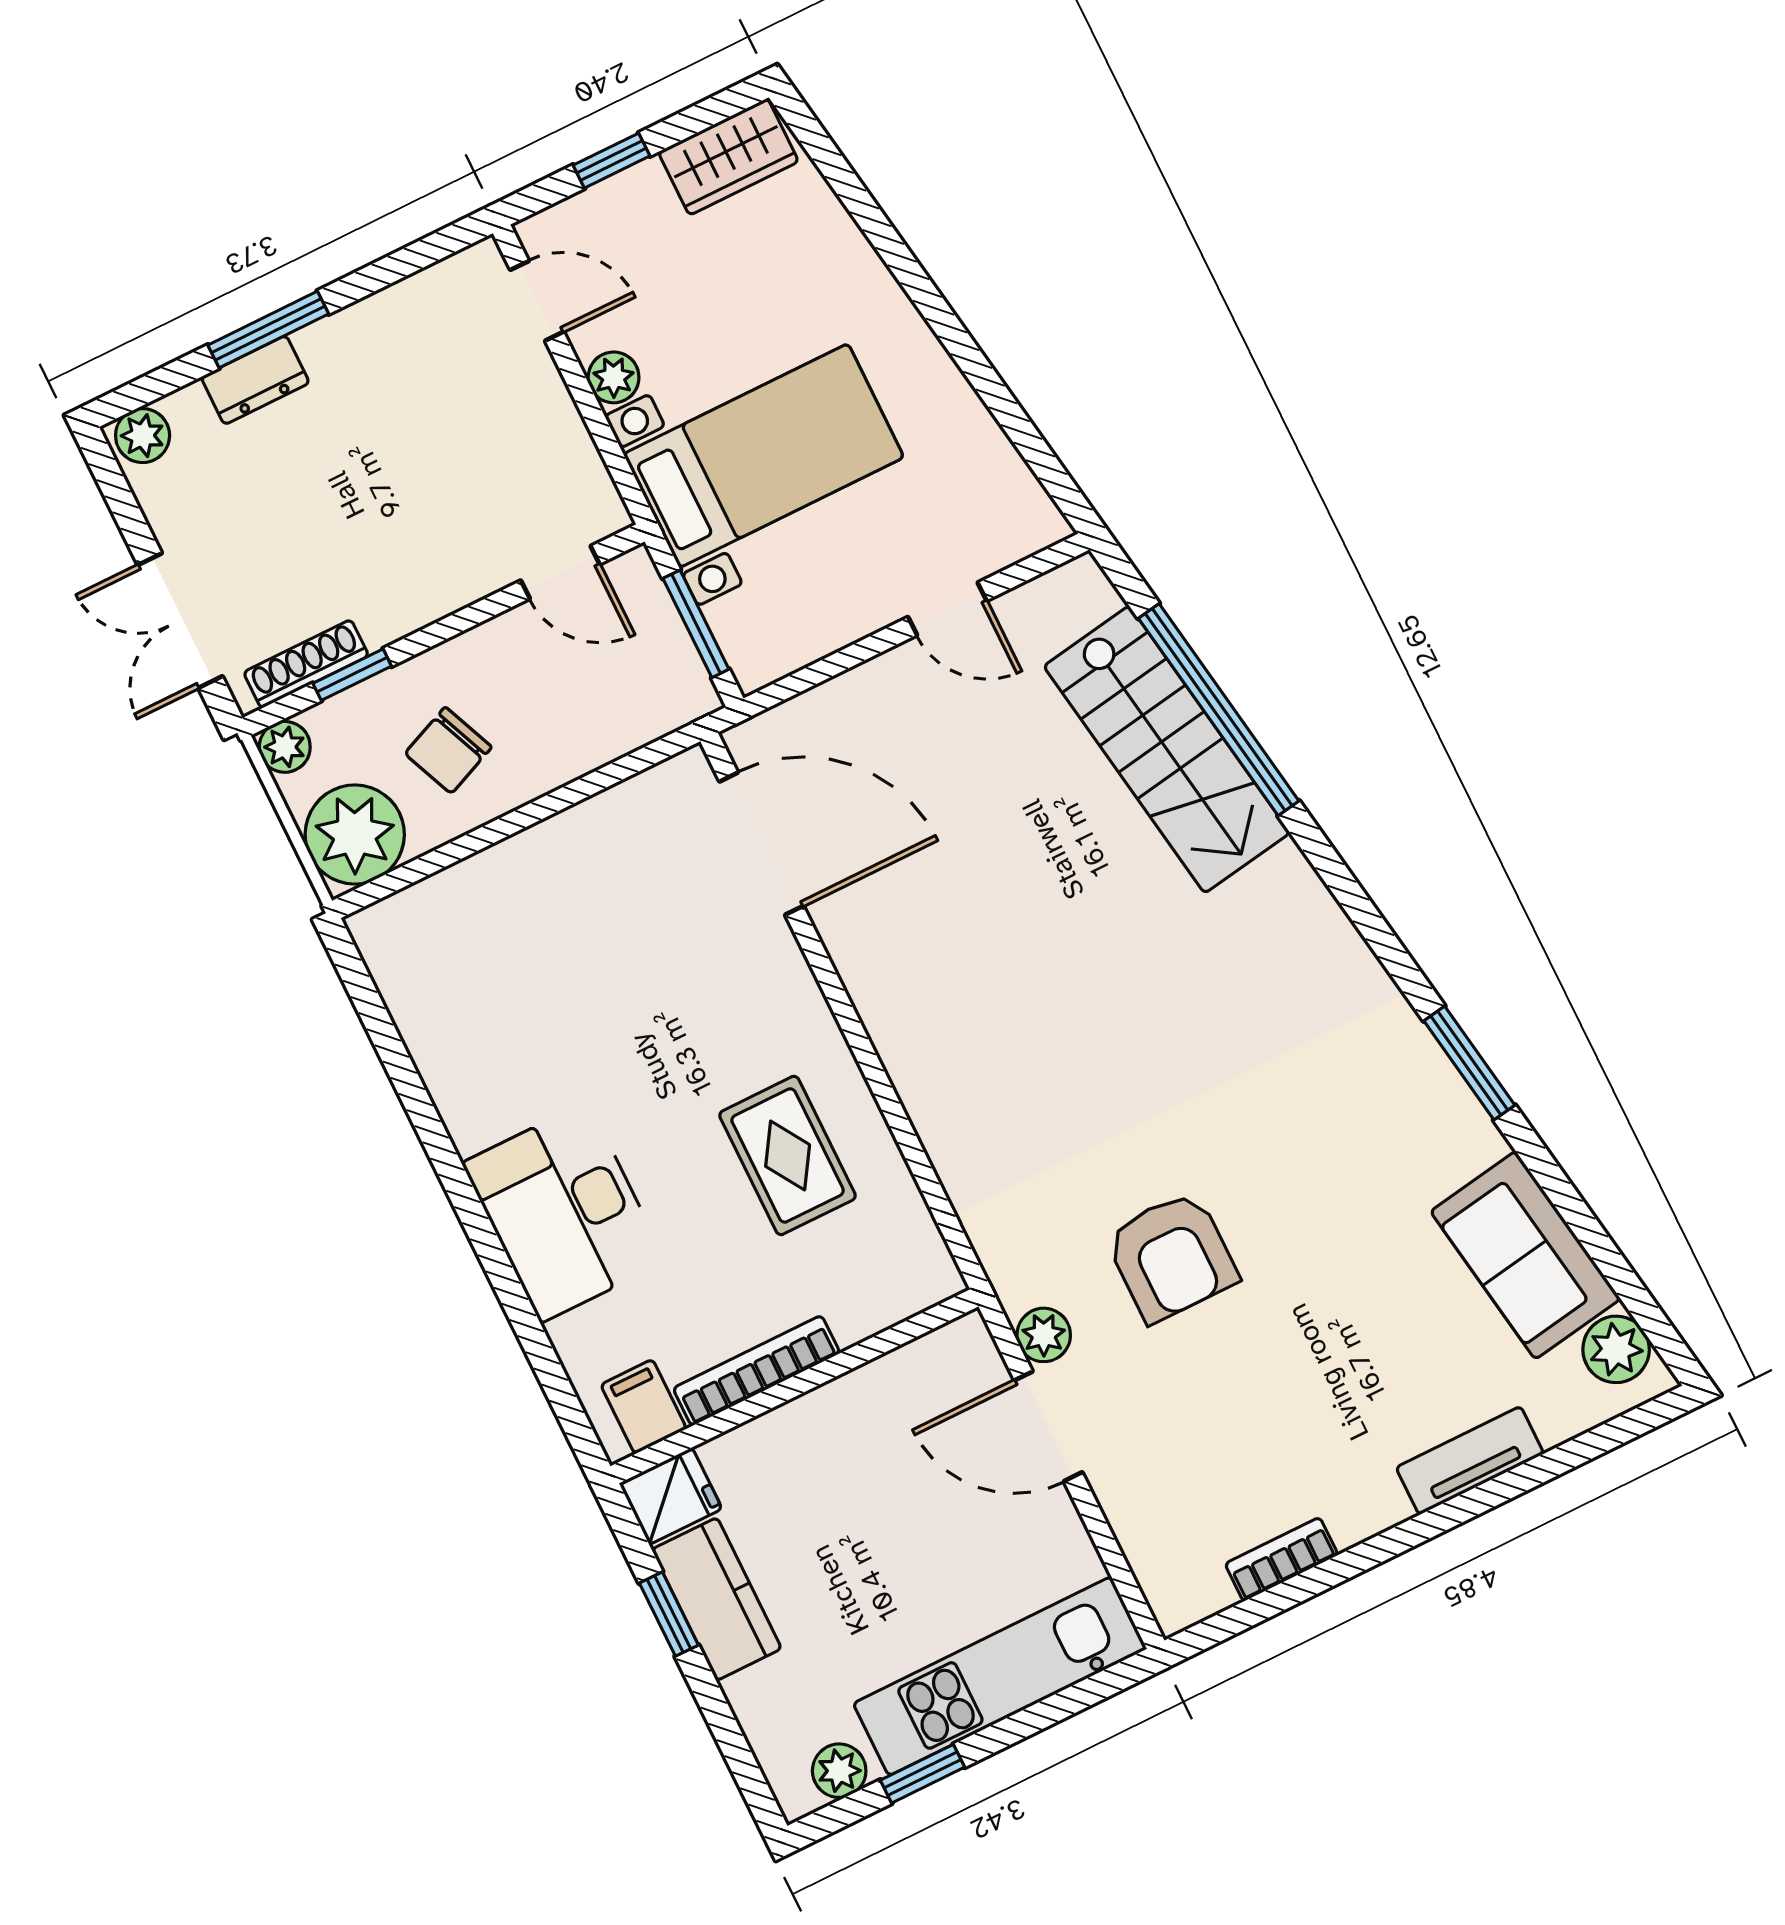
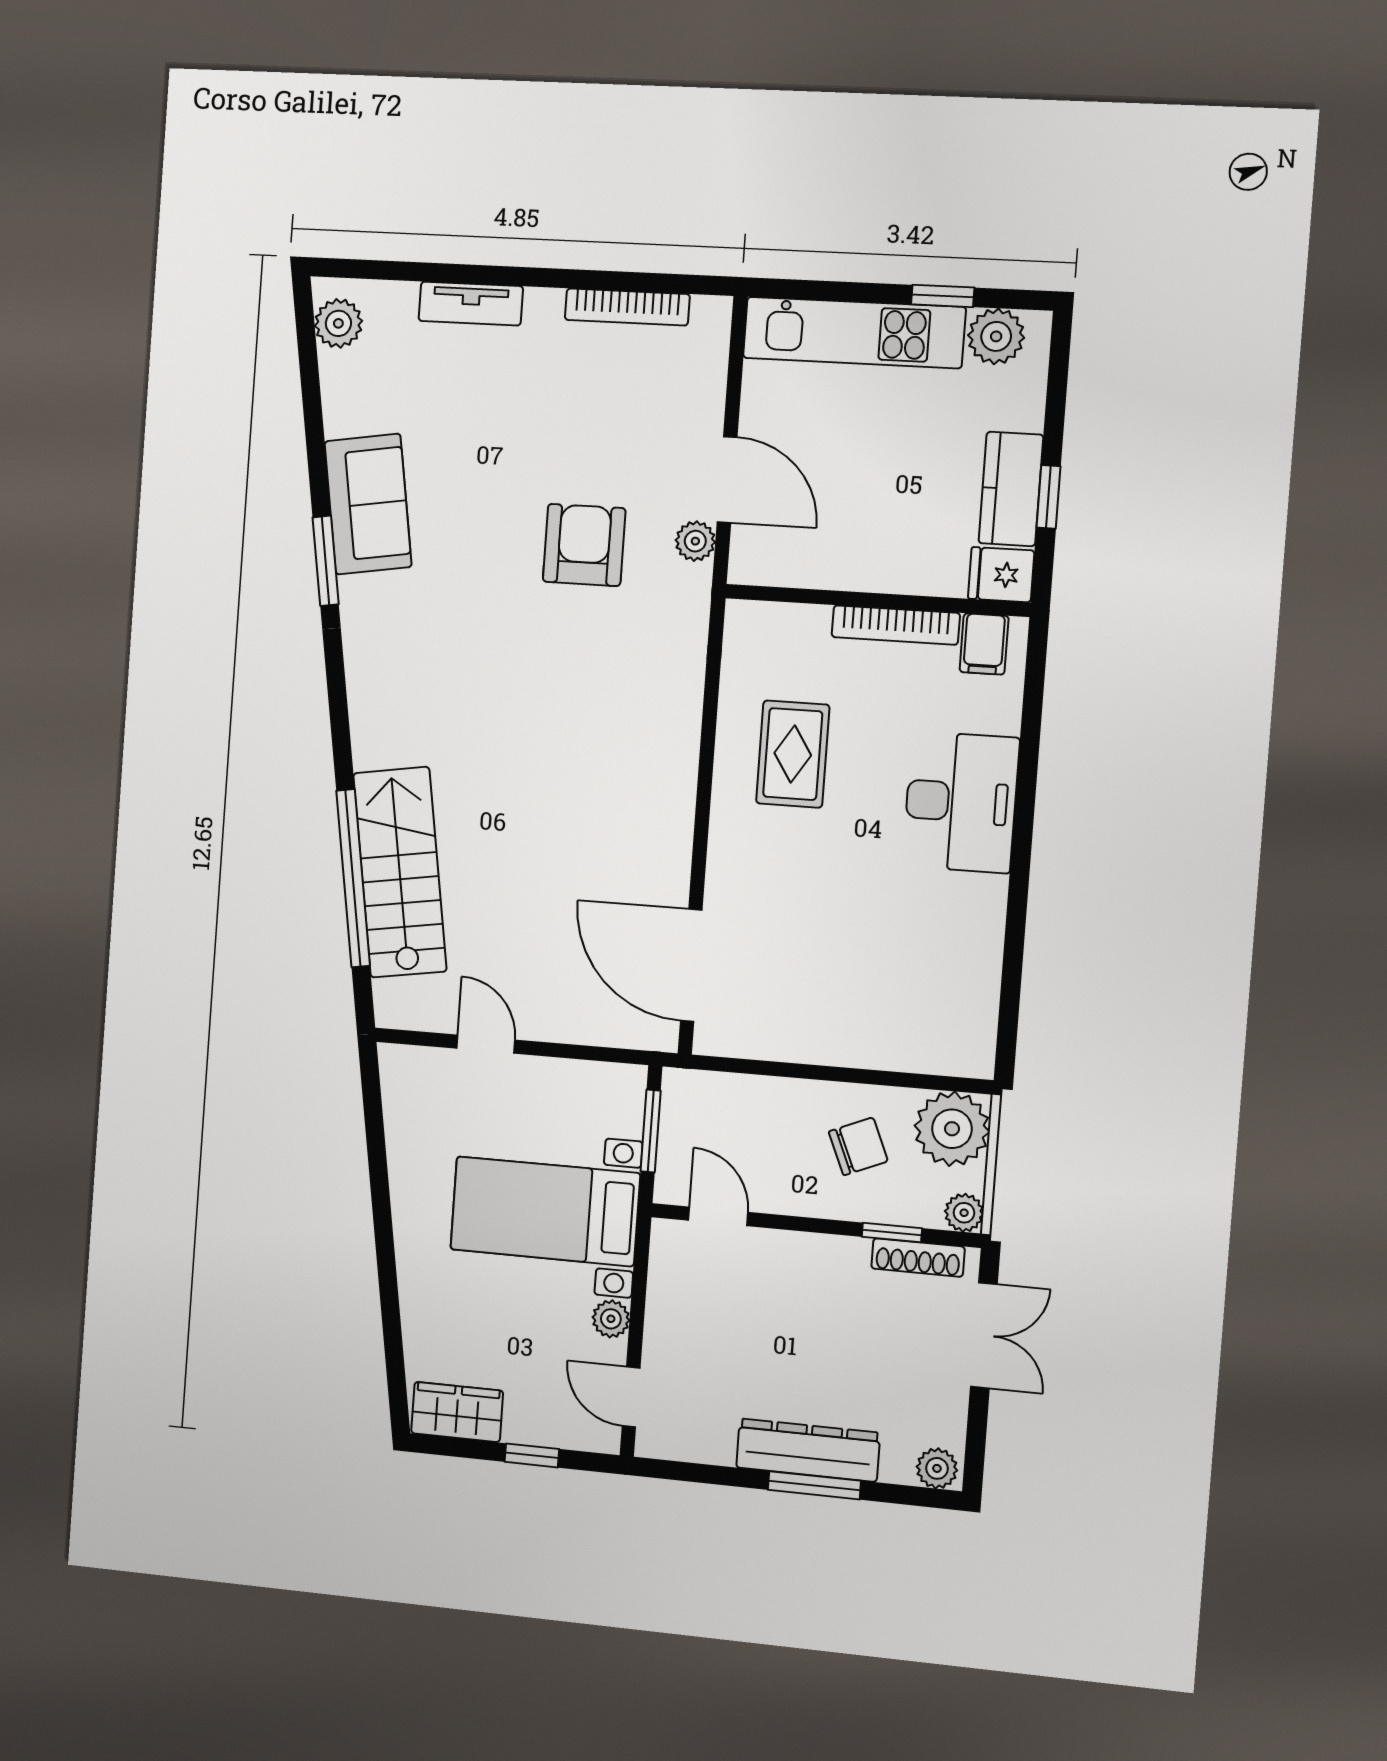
dresser: (255, 380) -> (808, 1450), width x1.96, depth x1.24
sofa: (1526, 1255) -> (368, 504), moved
bookcase: (1281, 1559) -> (627, 307), width x1.56
plant: (839, 1771) -> (996, 336), width x1.38, depth x1.38

